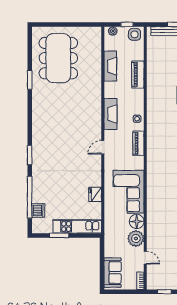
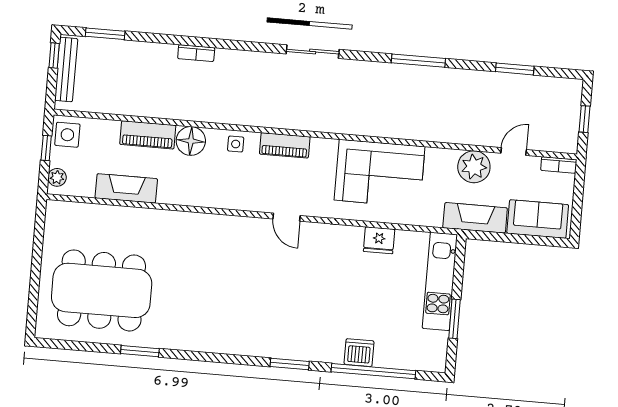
fireplace: (110, 114) -> (475, 218), moved
dishwasher: (38, 211) -> (359, 353), moved
floor lamp: (137, 221) -> (191, 141), moved

